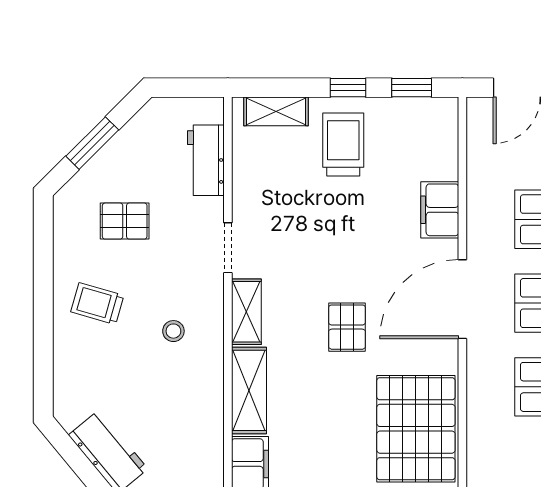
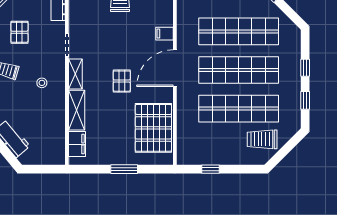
filing cabinet: (440, 210) -> (164, 34), width x0.50
pallet: (125, 221) -> (19, 32), turned 90

